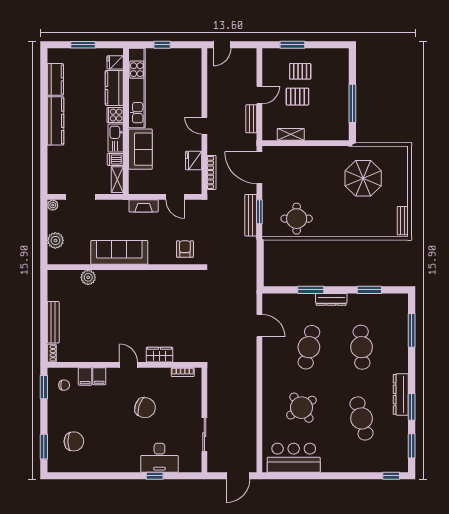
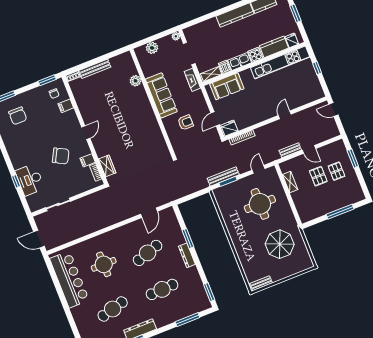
window: (352, 103) -> (340, 212), moved
door: (204, 126) -> (285, 115), moved
sofa: (140, 149) -> (227, 86), moved
fridge: (194, 161) -> (229, 128), moved
door: (259, 168) -> (258, 169), width x0.53
fireplace: (144, 206) -> (192, 80), moved
round table: (297, 219) -> (260, 204), moved, width x1.36, depth x1.36
armchair: (185, 249) -> (186, 122), moved
window: (369, 290) -> (209, 292), moved
cafe table: (309, 347) -> (148, 253), turned -30
wardrobe: (160, 355) -> (107, 166), moved
filing cabinet: (99, 376) -> (88, 160), moved
chair: (145, 408) -> (61, 156), turned -81
round table: (301, 408) -> (104, 264), turned 35
bar counter: (294, 458) -> (69, 279), width x1.36

